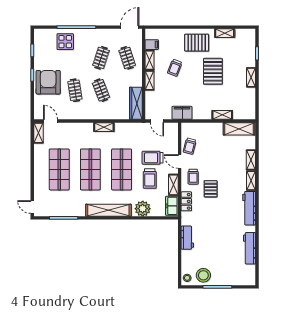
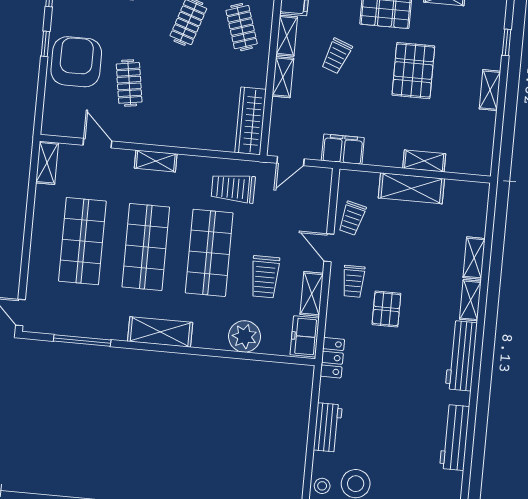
clothes rail: (101, 90) -> (182, 88), removed
door: (51, 121) -> (97, 143), moved
door: (157, 121) -> (290, 161), hinge flipped
shelving: (104, 127) -> (156, 161), moved
shelving: (239, 129) -> (411, 188), moved
trolley: (153, 158) -> (233, 188), moved
locker: (186, 201) -> (332, 358), moved
shelving: (108, 210) -> (160, 332), width x0.68
workbench: (187, 238) -> (328, 427), moved

